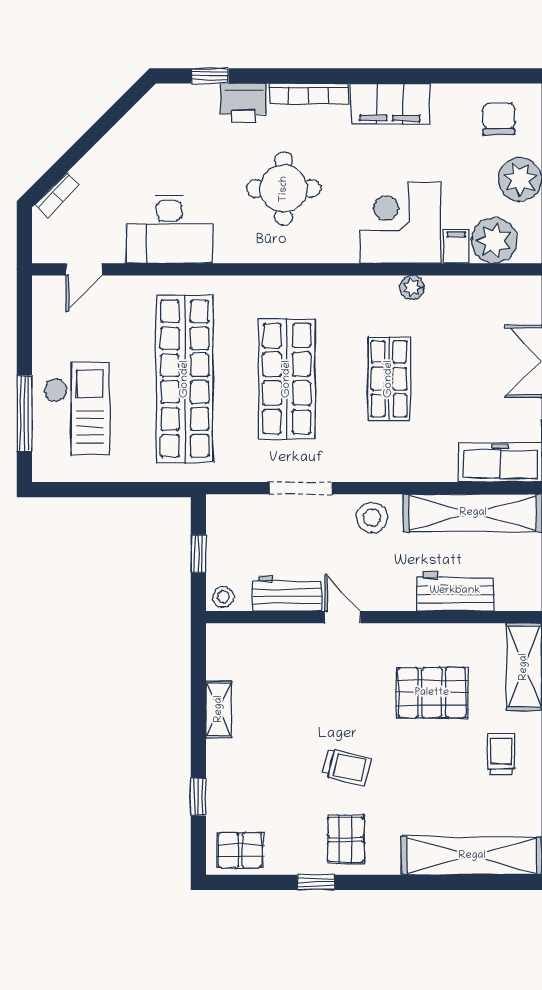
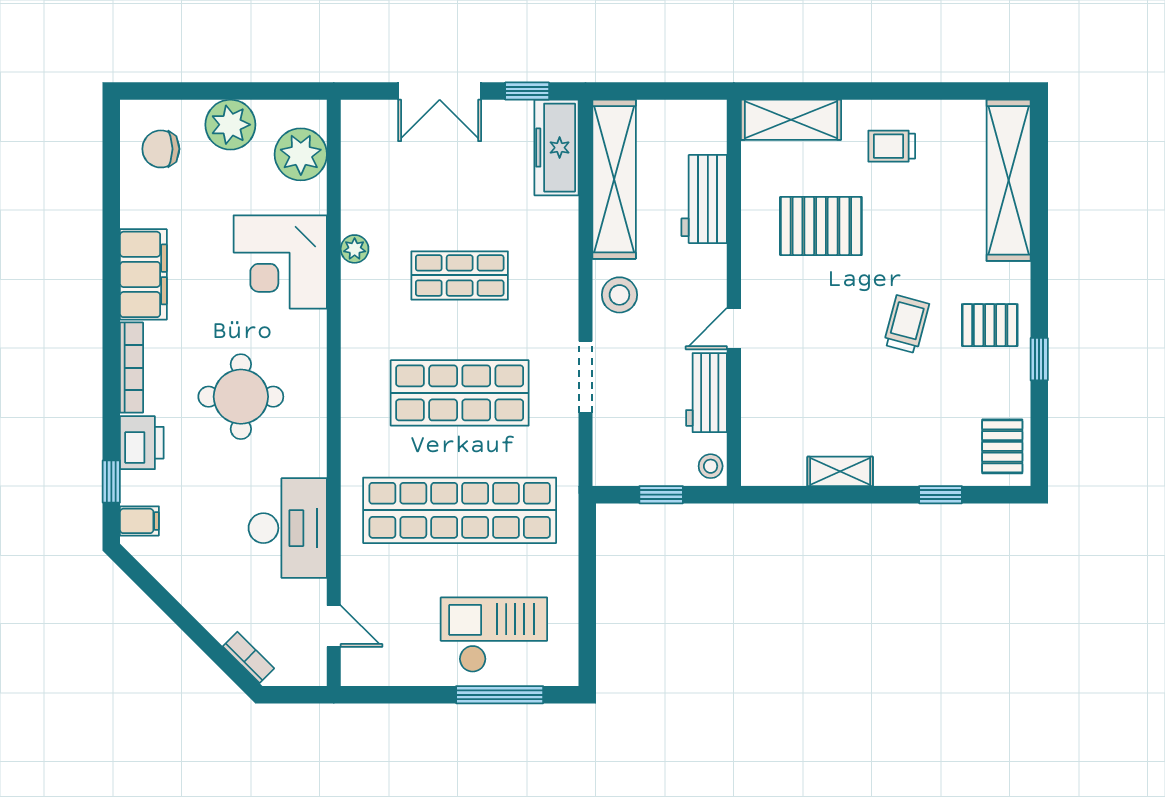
filing cabinet: (456, 246) -> (139, 521), moved, turned 180
pallet: (432, 693) -> (821, 226), turned 90

